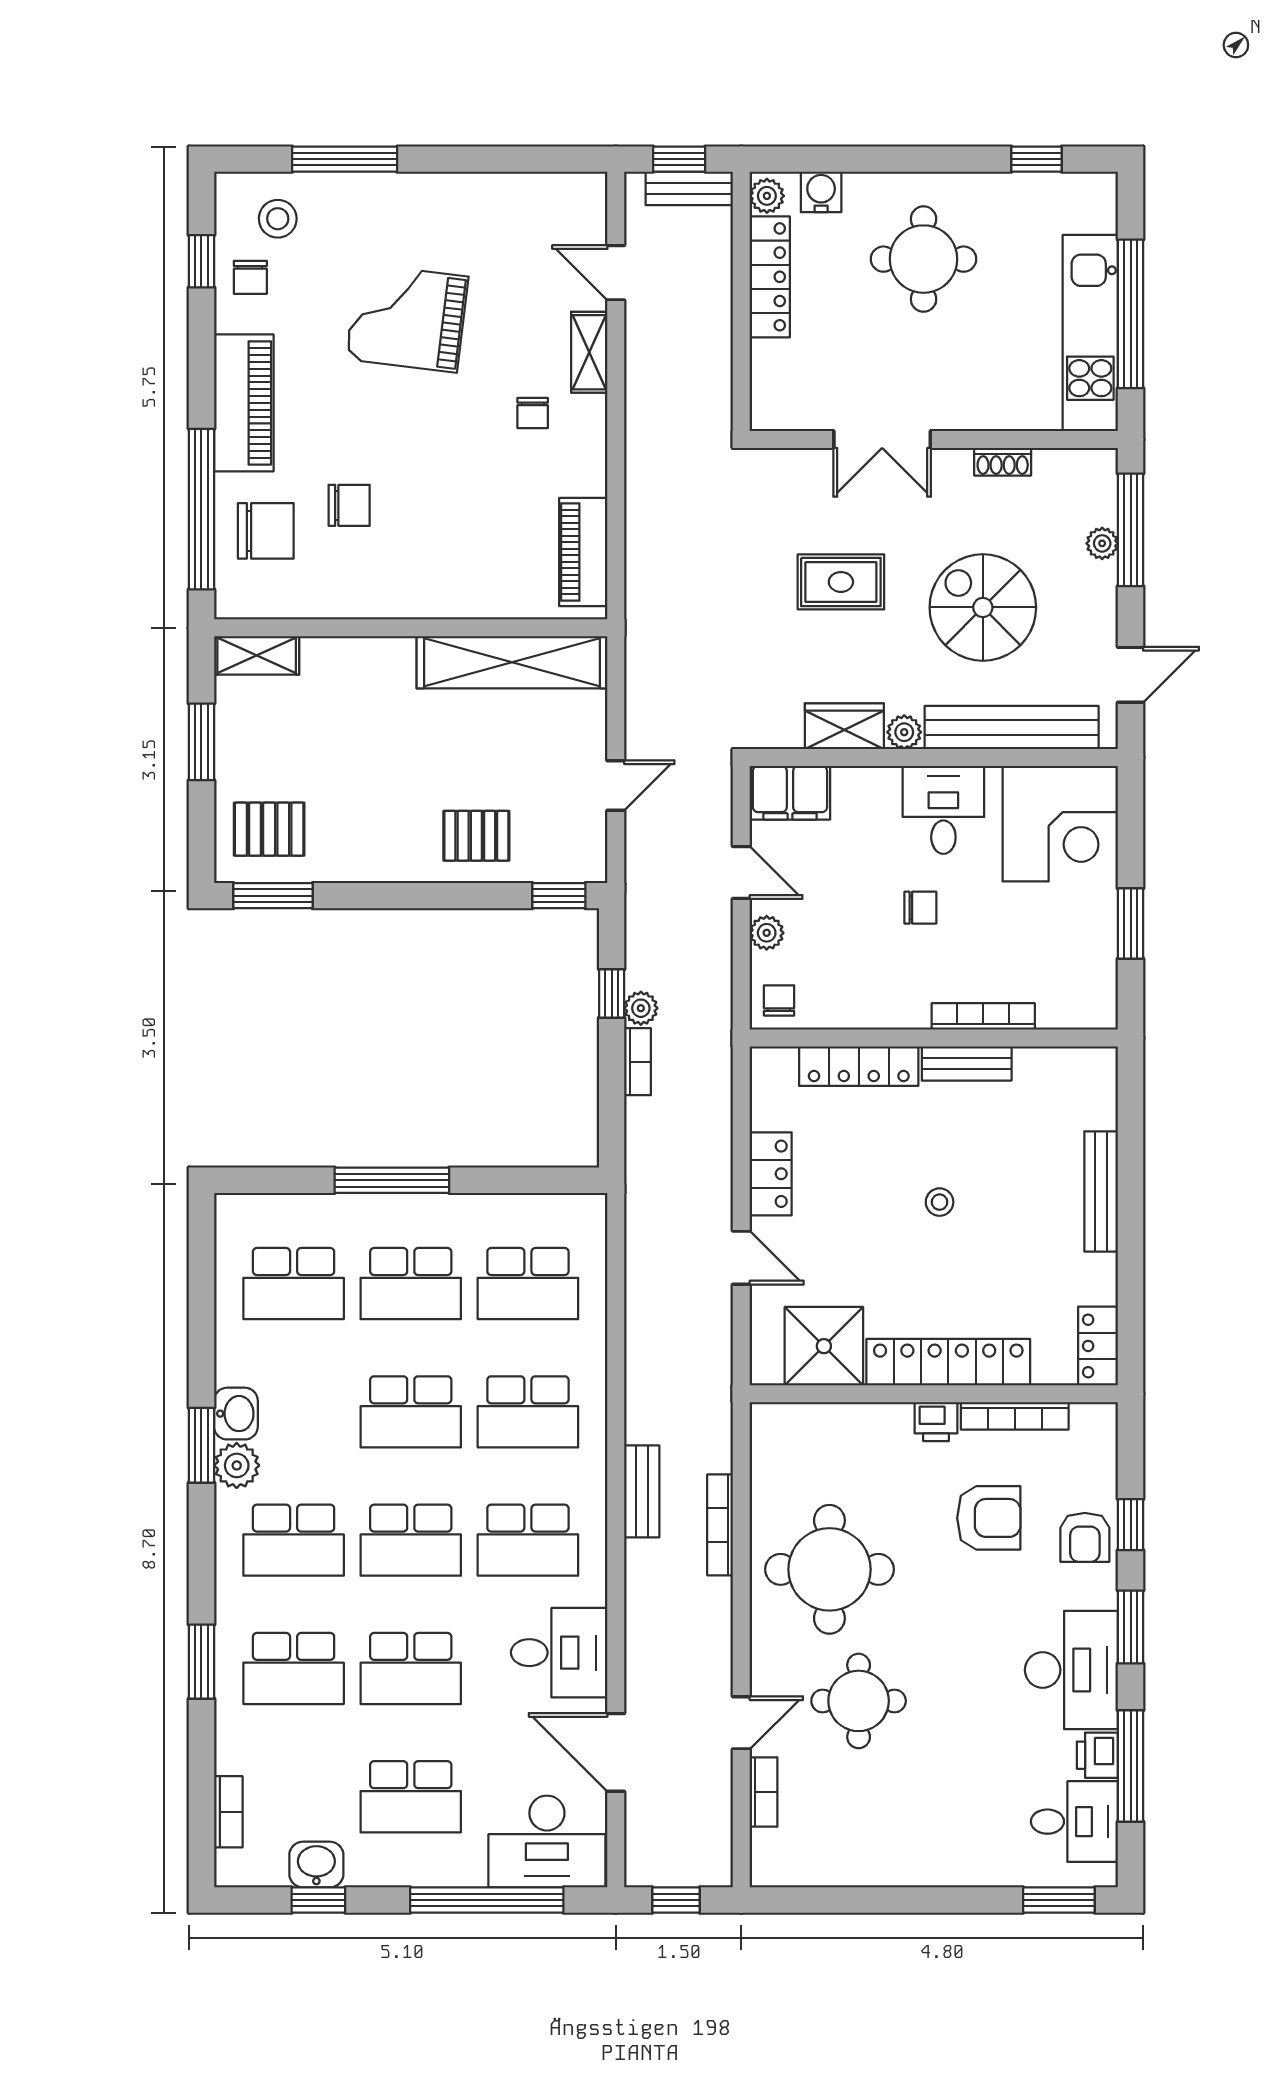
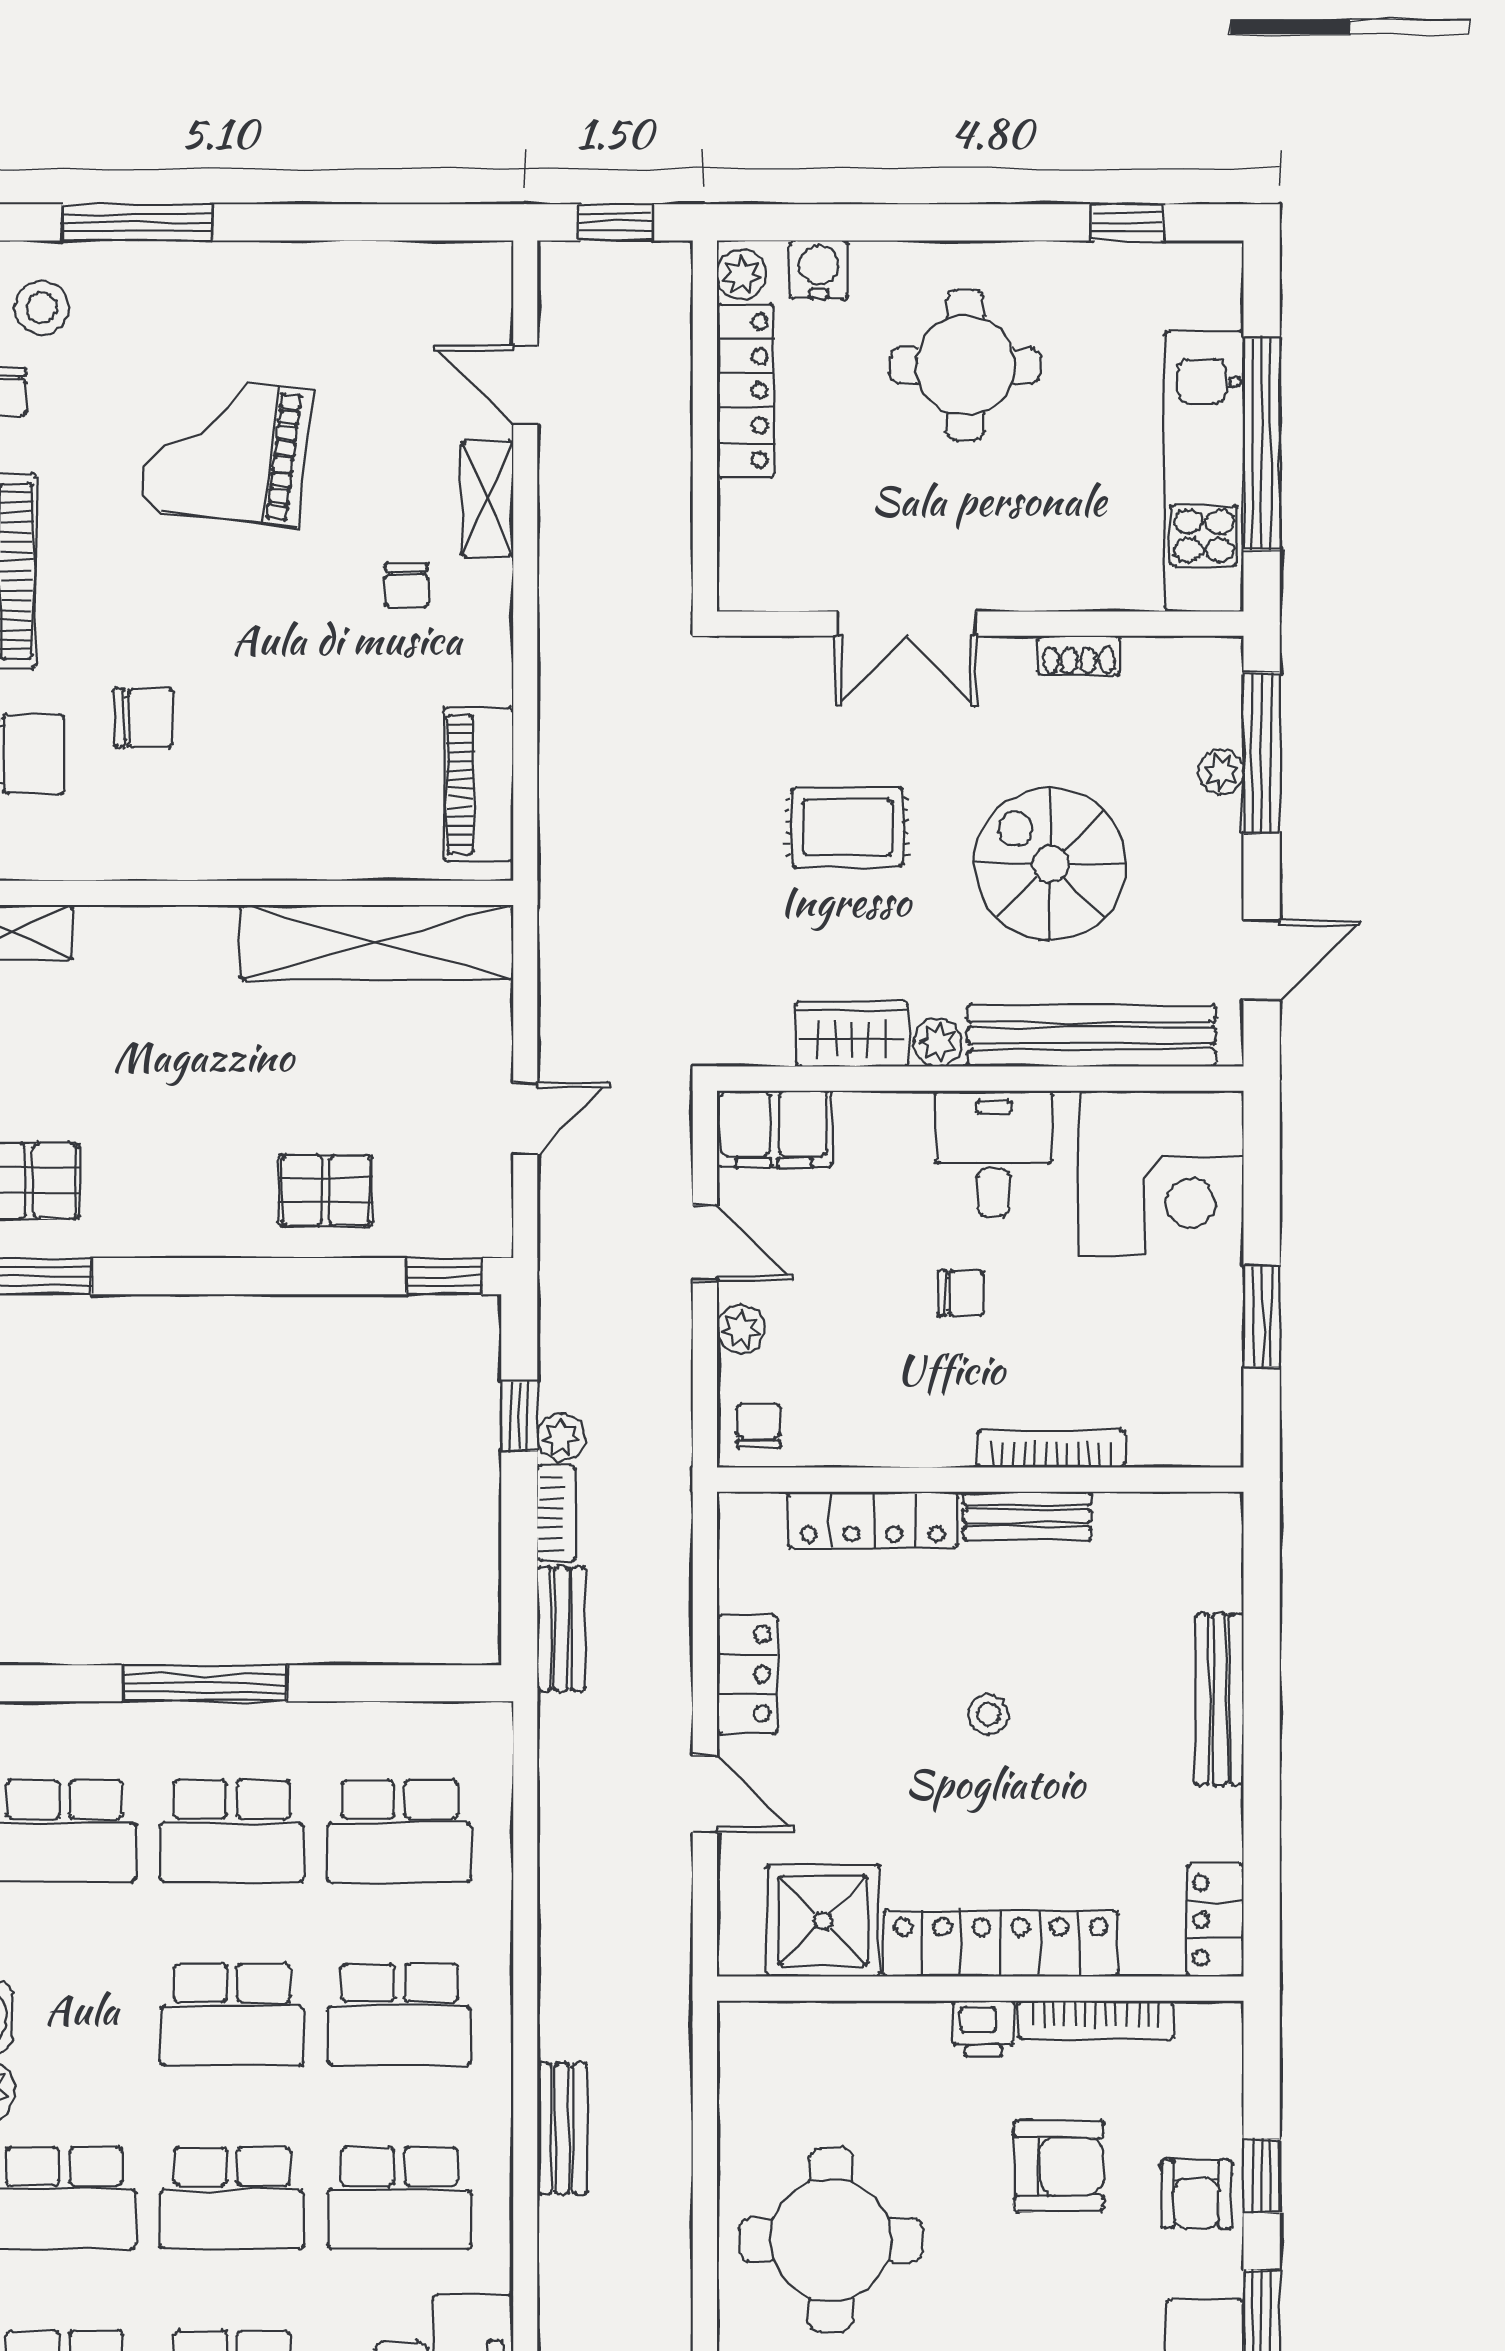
bench: (689, 188) -> (561, 1629), moved, turned 90
bookcase: (720, 1525) -> (674, 2176), removed

